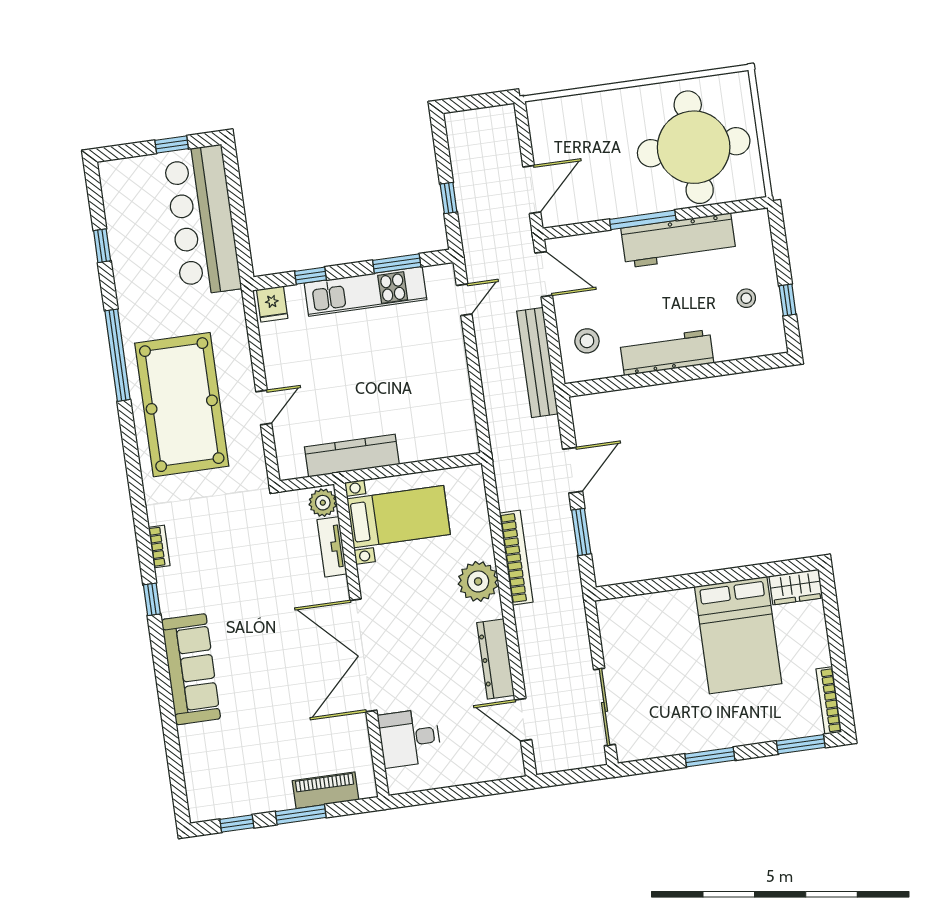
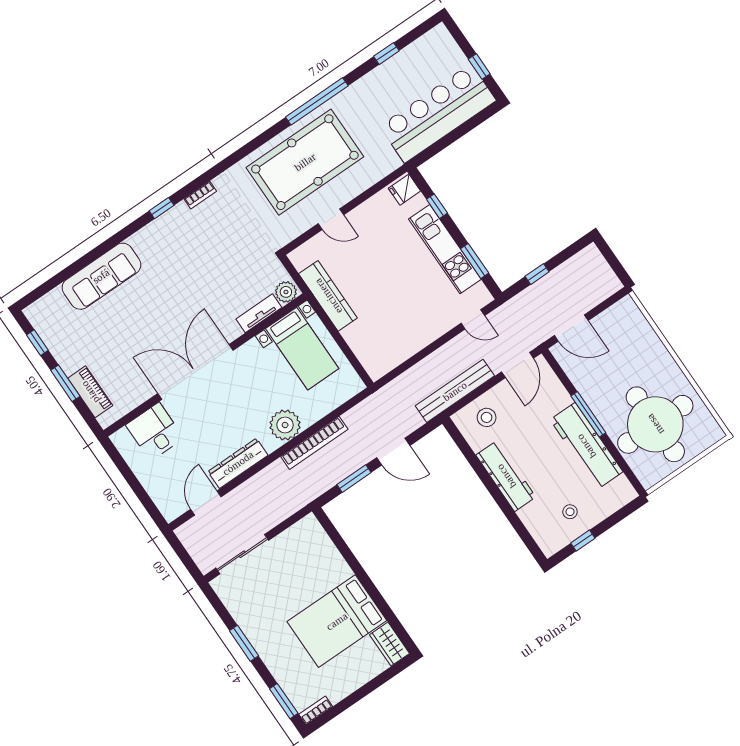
sofa: (191, 669) -> (101, 276), moved
bookcase: (829, 701) -> (316, 710), width x0.64

